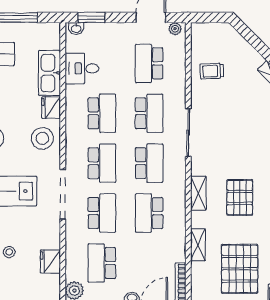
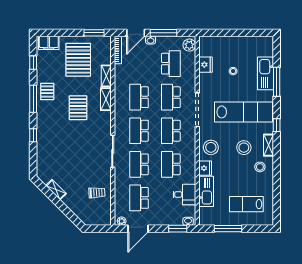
school desk: (149, 63) -> (139, 198), turned 180
shelving: (198, 193) -> (106, 99), moved
school desk: (149, 213) -> (139, 97), turned 180

